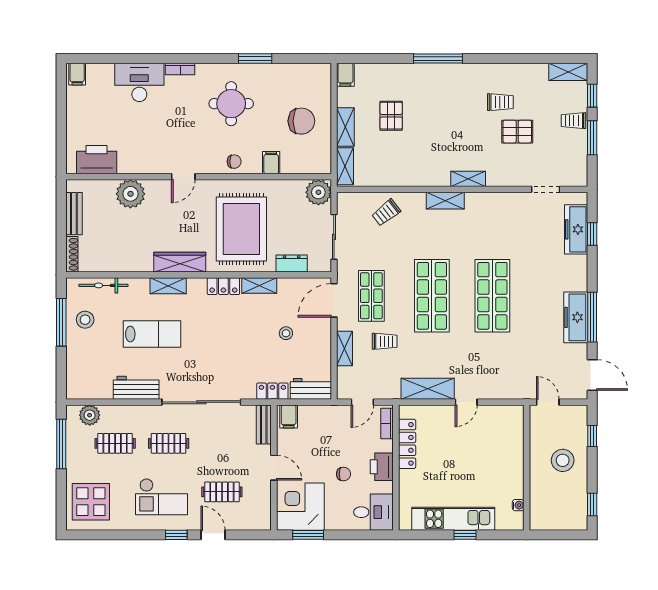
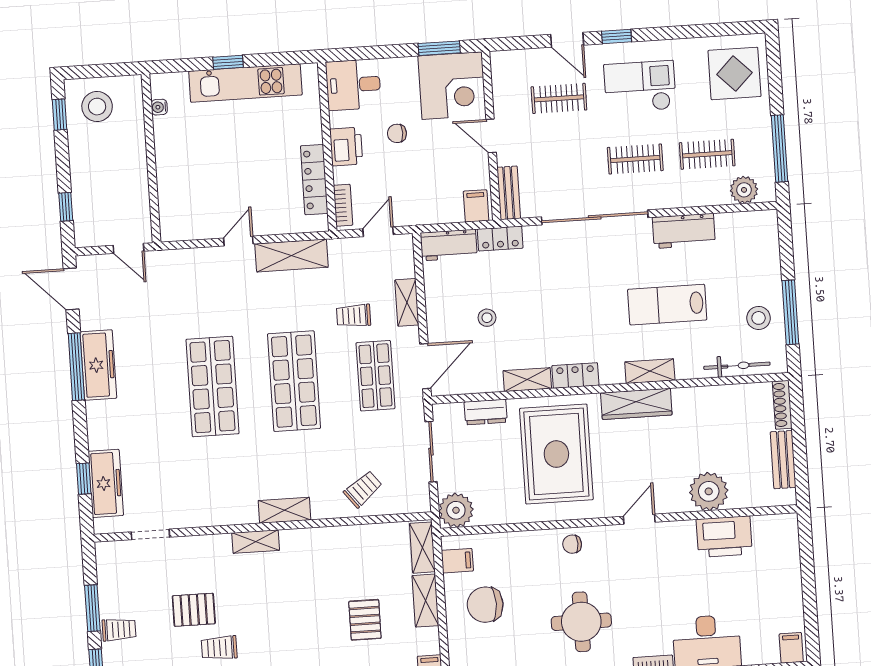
printer: (97, 160) -> (724, 537), moved
filing cabinet: (271, 163) -> (457, 561), moved, turned -90
stool: (563, 460) -> (97, 107), moved

